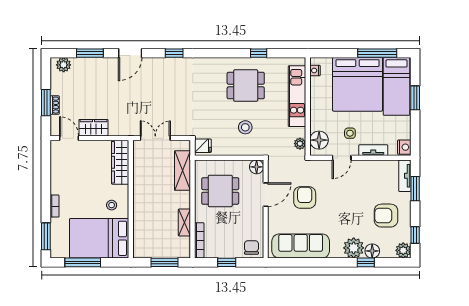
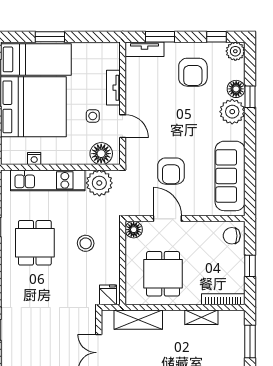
nightstand: (315, 70) -> (34, 159), moved
plant: (300, 144) -> (99, 183), width x1.88, depth x1.88
nightstand: (404, 147) -> (110, 50), removed
armchair: (305, 198) -> (171, 171), turned -90

